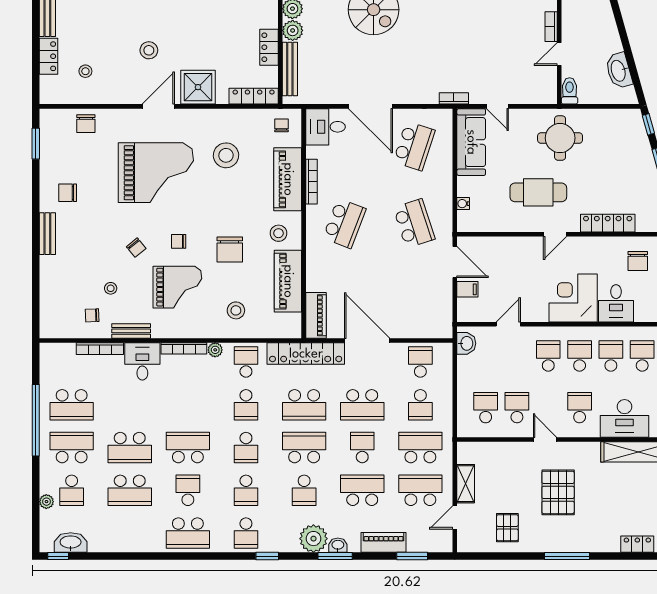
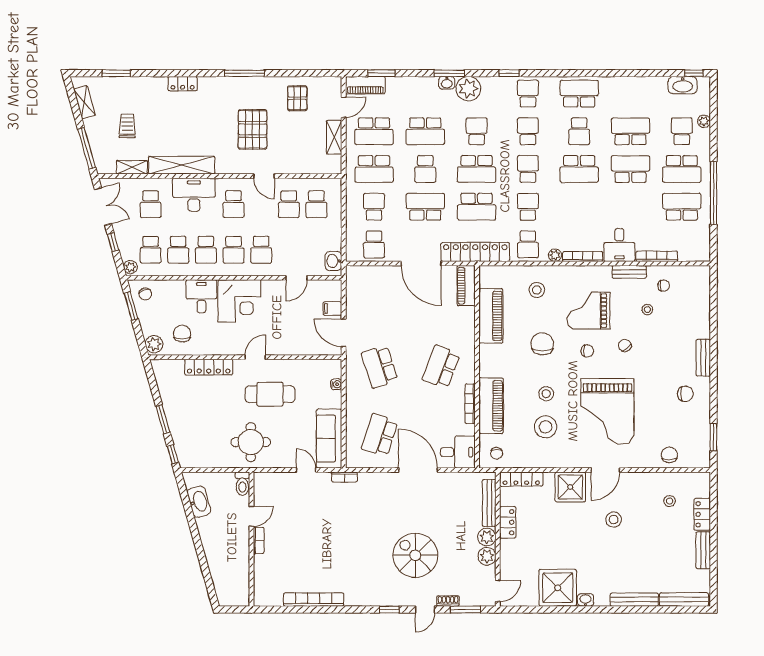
grand piano: (156, 173) -> (607, 412), turned -90
stool: (279, 233) -> (546, 394), moved
school desk: (304, 405) -> (477, 207), turned 180
piano: (384, 542) -> (365, 85), moved

